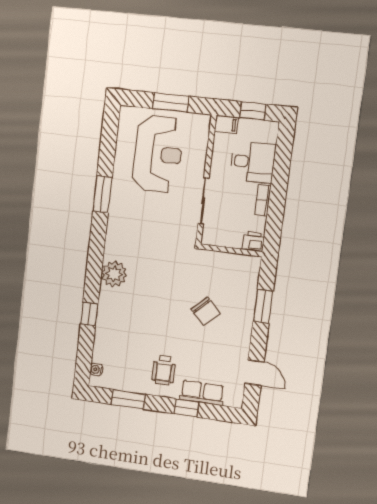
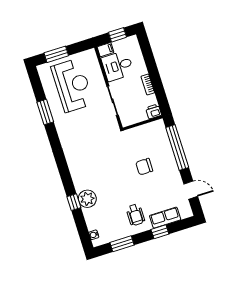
window: (171, 102) -> (56, 54), moved
desk: (253, 162) -> (118, 66), moved, turned 180
window: (103, 194) -> (45, 112), moved
plant: (114, 274) -> (87, 199), moved
window: (263, 306) -> (177, 147), width x2.11
chair: (205, 311) -> (144, 167), turned 134

